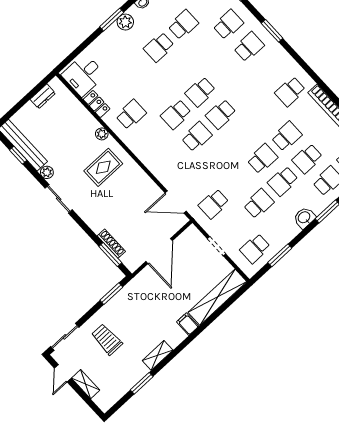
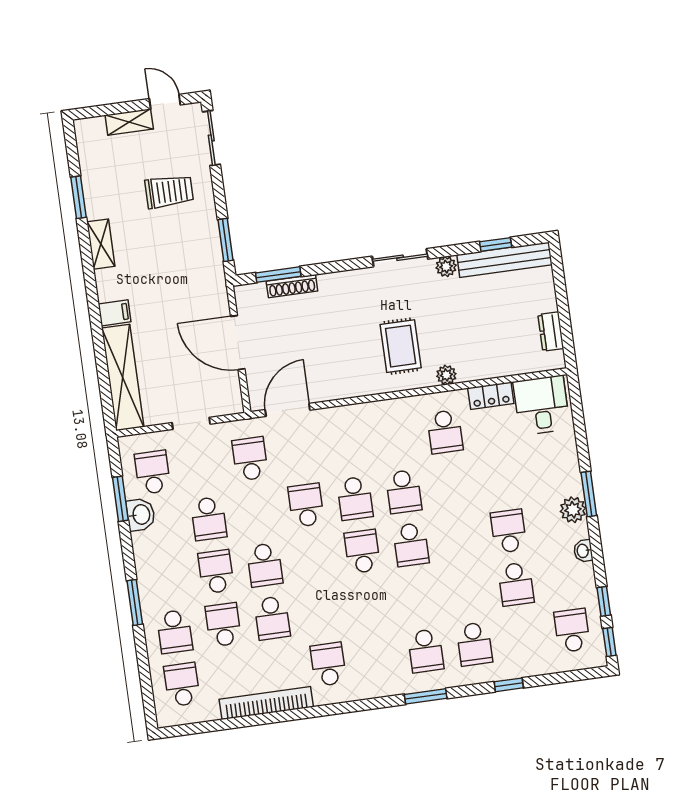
school desk: (200, 92) -> (411, 545), turned 180
school desk: (176, 114) -> (404, 492), turned 180
school desk: (217, 159) -> (306, 505), added
washbasin: (304, 218) -> (141, 515), moved

